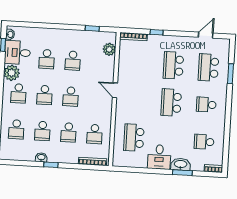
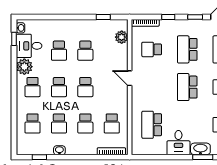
window: (183, 34) -> (195, 17), added
school desk: (138, 63) -> (152, 49), added
window: (51, 165) -> (39, 157), moved

